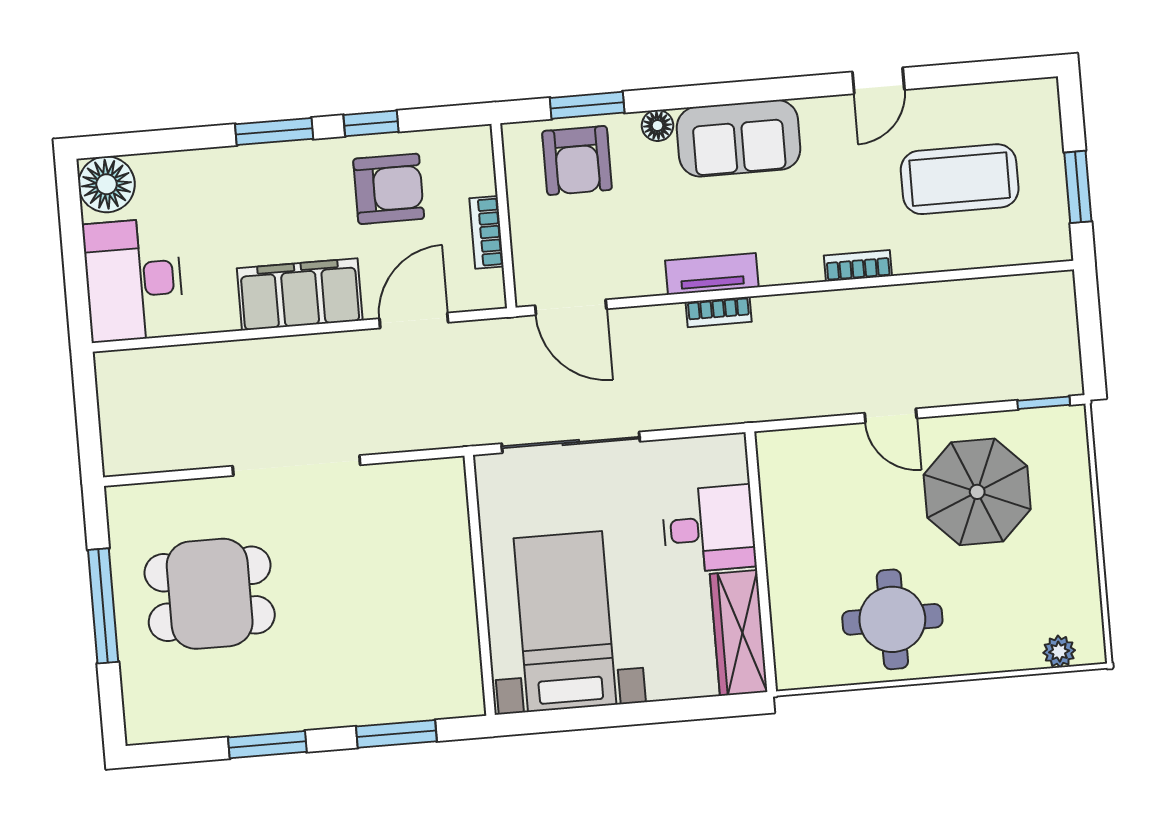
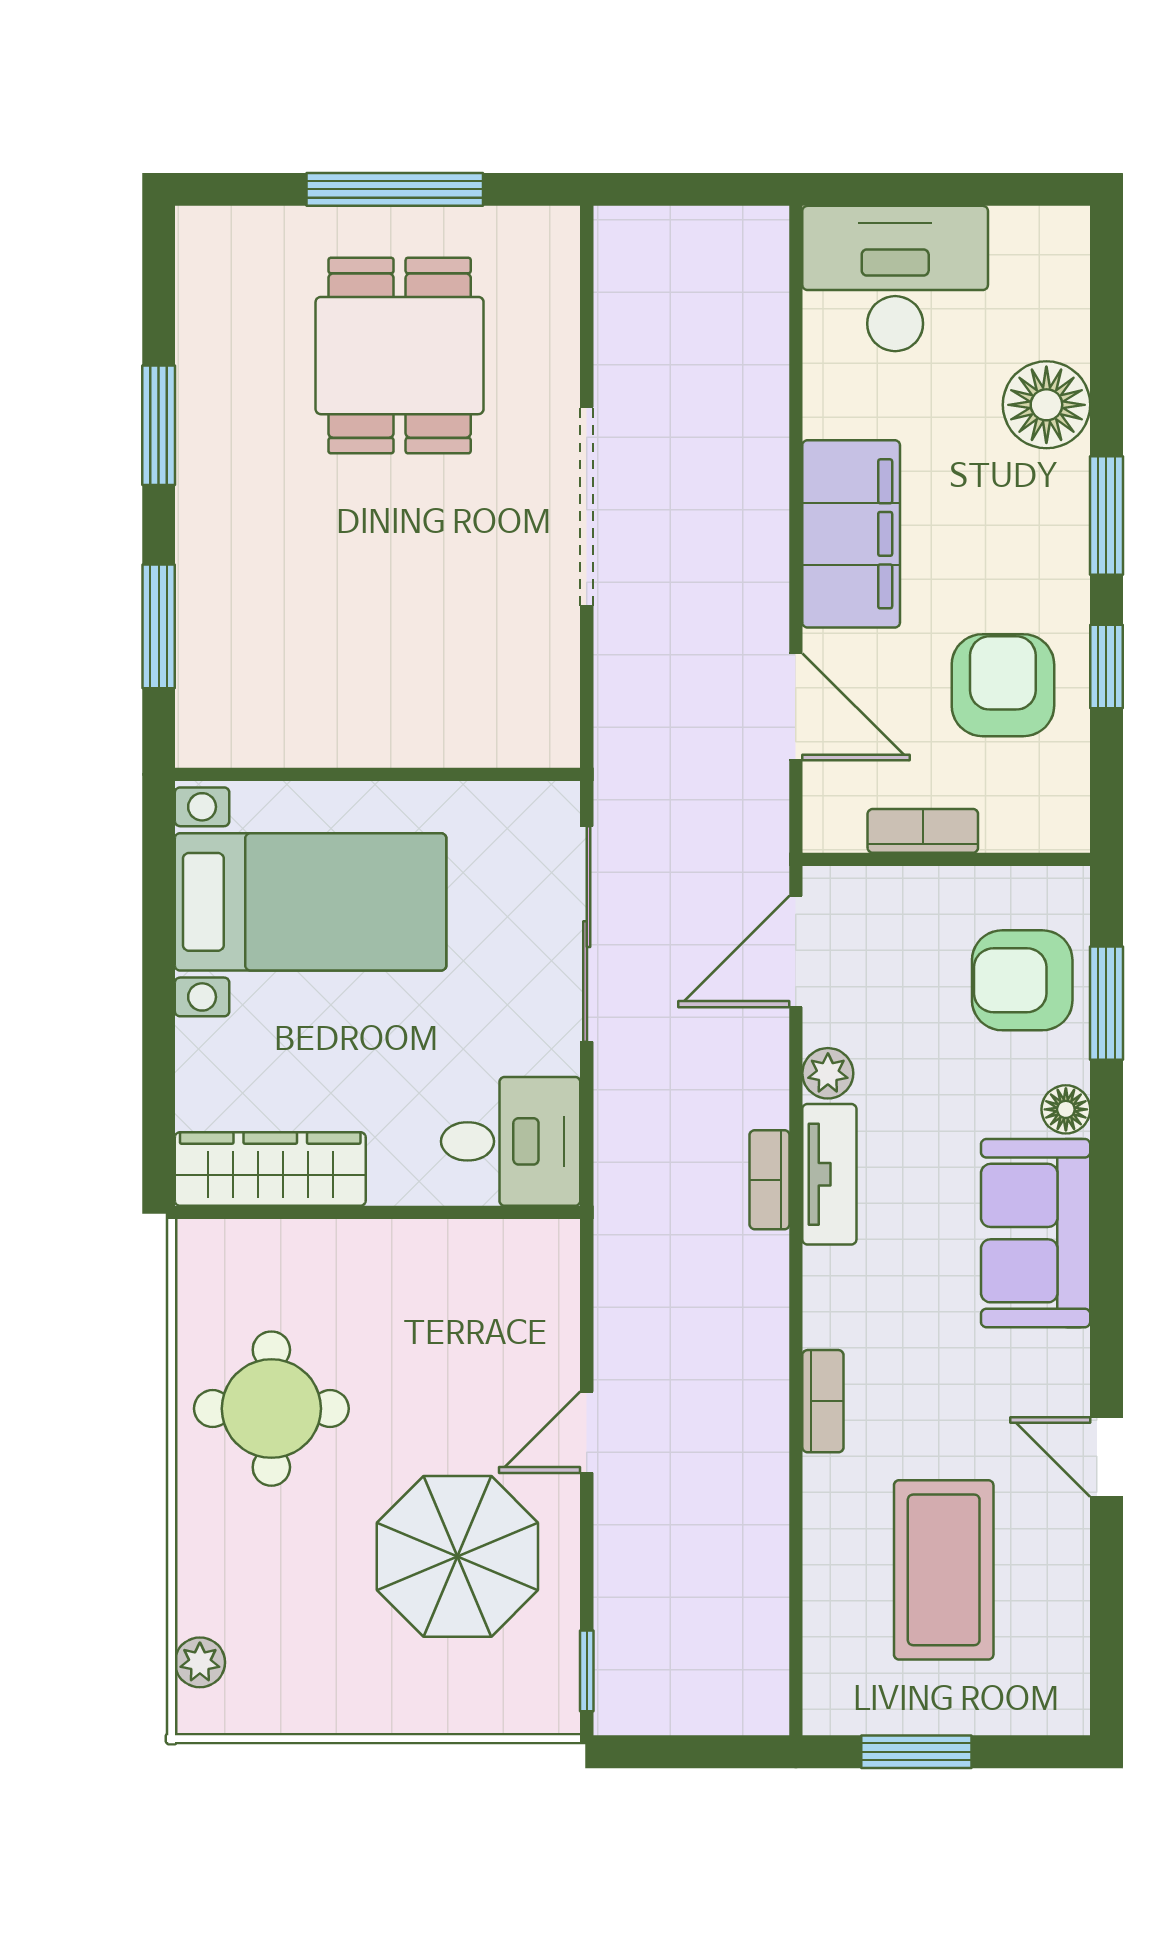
floor lamp: (107, 184) -> (1046, 405), moved
armchair: (389, 189) -> (1003, 685), turned 180
plant: (647, 280) -> (828, 1073), added
desk: (709, 529) -> (511, 1141), moved, turned -90

